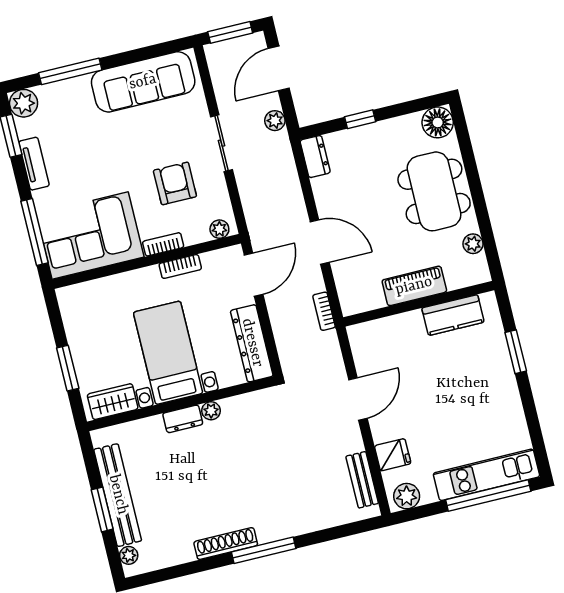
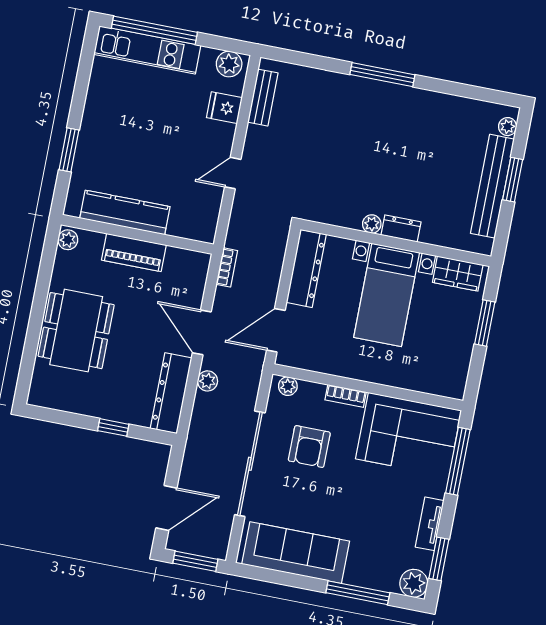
plant: (275, 121) -> (207, 381), moved
floor lamp: (438, 122) -> (44, 392), removed
sliding door: (222, 143) -> (250, 464), width x1.86
dresser: (315, 156) -> (171, 393), width x1.96, depth x1.24
plant: (473, 244) -> (68, 240), moved
bookcase: (180, 266) -> (339, 369), removed
kitchen counter: (453, 315) -> (125, 212), width x1.50
door: (358, 399) -> (233, 173), width x0.73
shoe rack: (226, 544) -> (414, 97), removed

